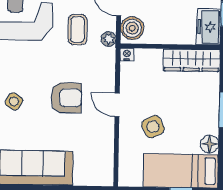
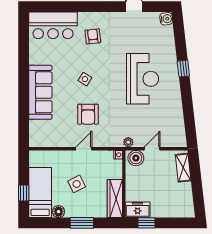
coffee table: (77, 30) -> (134, 121), removed
side table: (153, 127) -> (77, 184), moved

